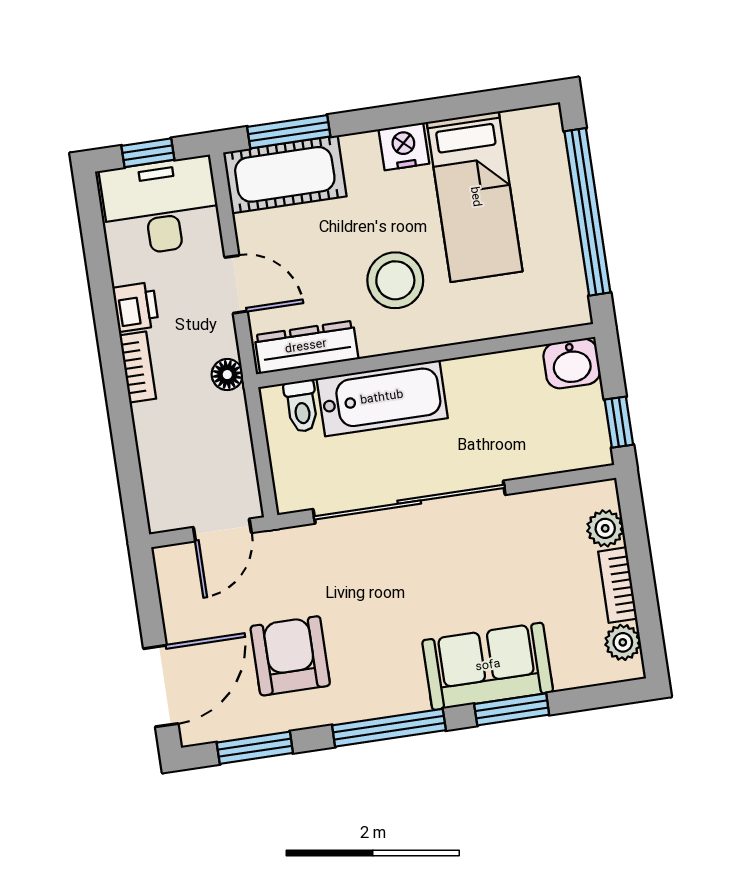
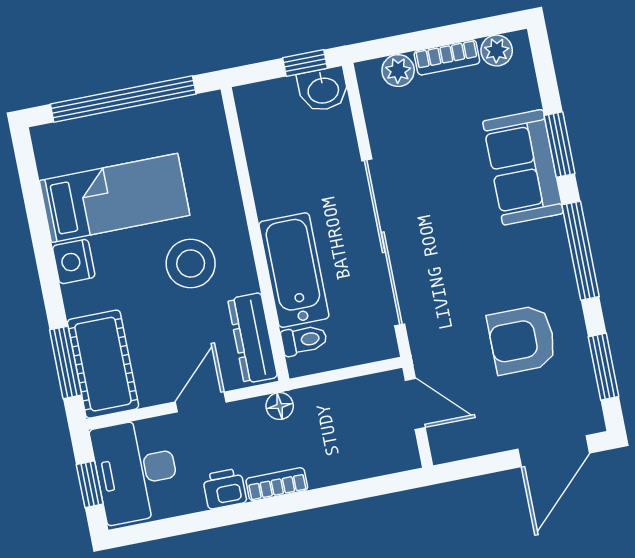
washbasin: (572, 364) -> (323, 89), moved, turned 90
door: (161, 686) -> (554, 451), swing flipped

